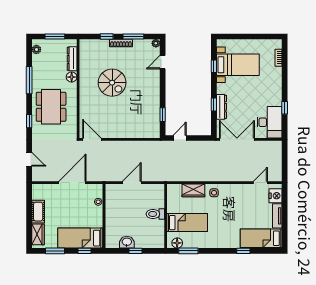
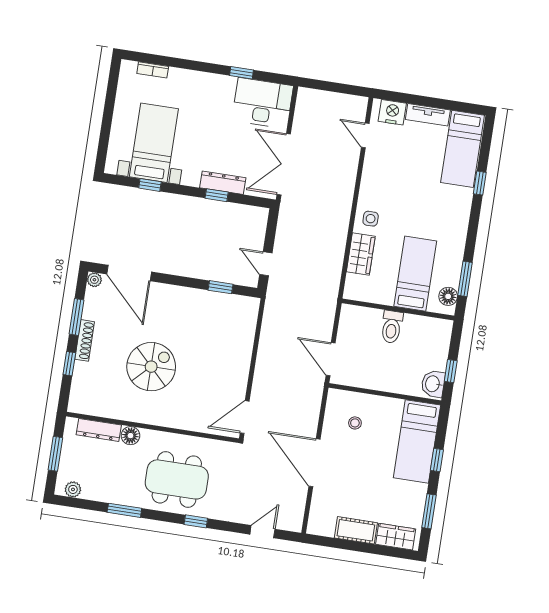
door: (163, 62) -> (129, 273), width x1.87
window: (29, 80) -> (124, 510), width x0.69
wall: (104, 216) -> (385, 394), moved
bed: (80, 238) -> (417, 441), moved

